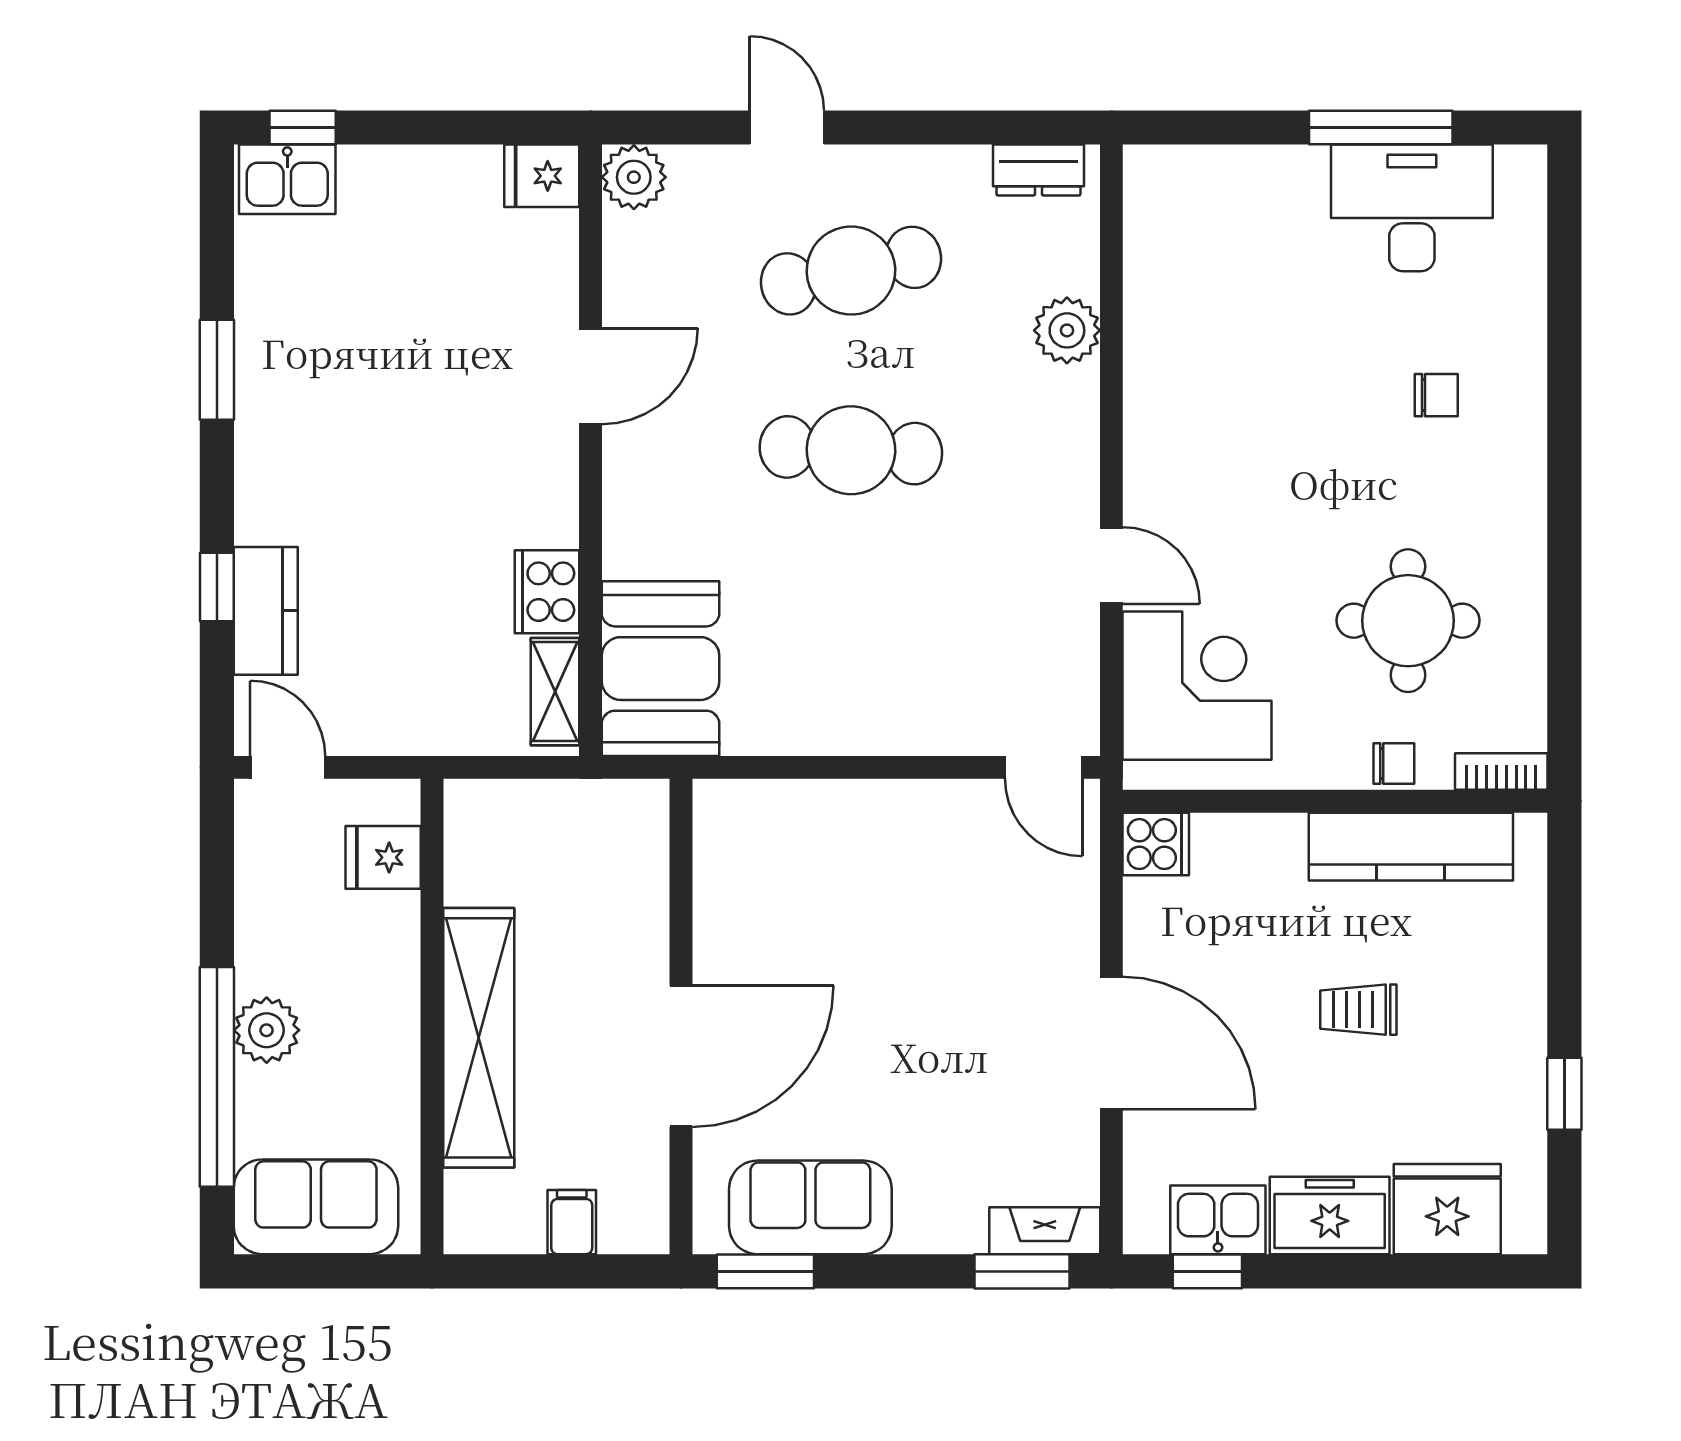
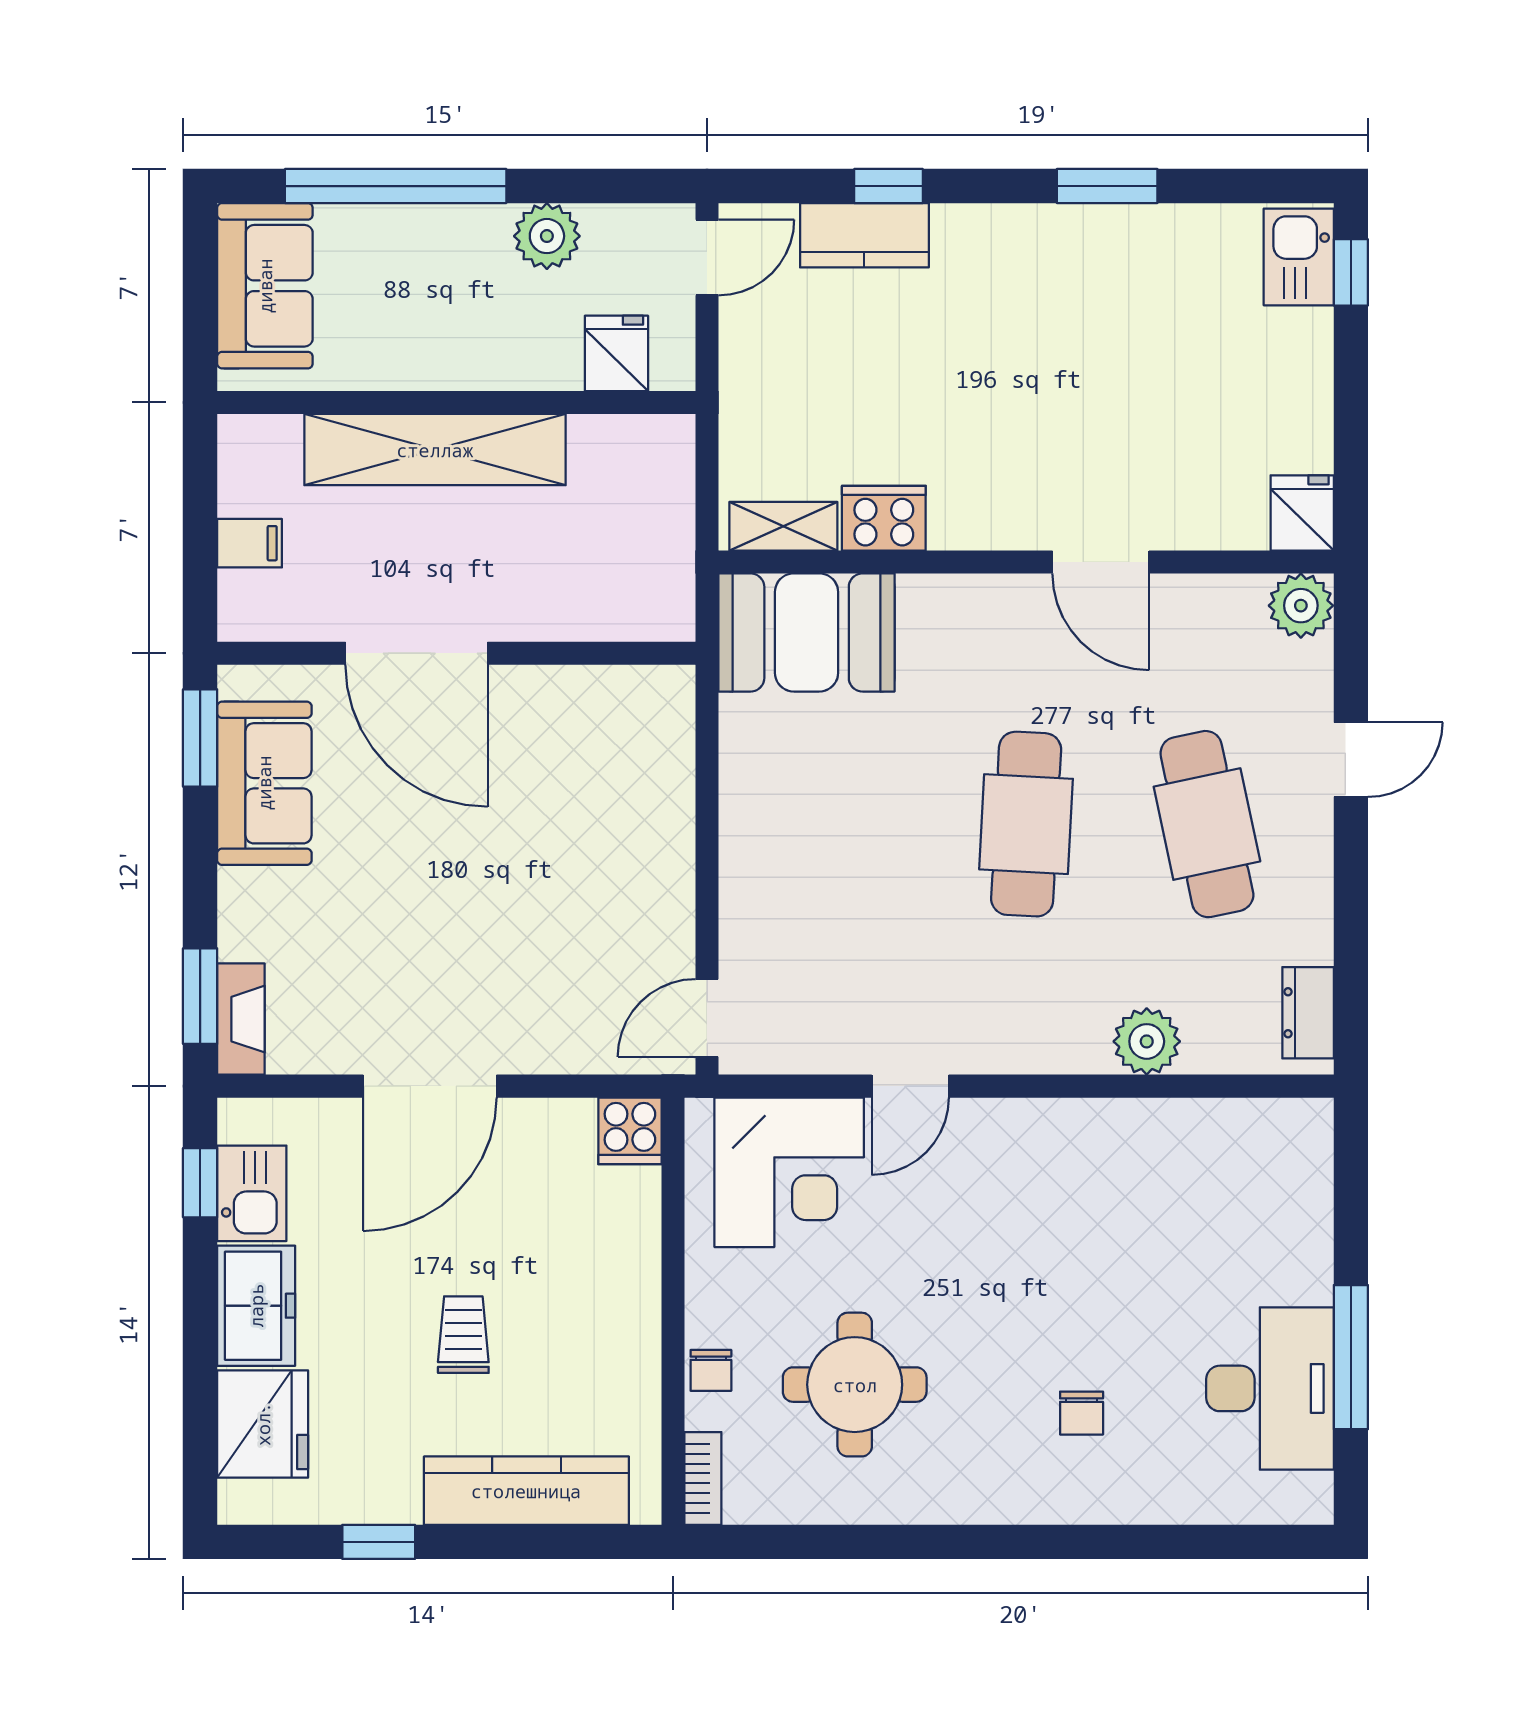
kitchen counter: (1411, 847) -> (526, 1491), moved, turned 90
plant: (267, 1030) -> (547, 236), moved

